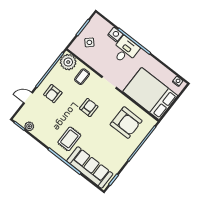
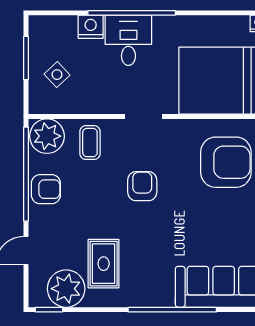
armchair: (53, 94) -> (46, 189), moved, turned -90
plant: (29, 126) -> (66, 289), width x1.88, depth x1.88
rug: (69, 139) -> (104, 264), moved

